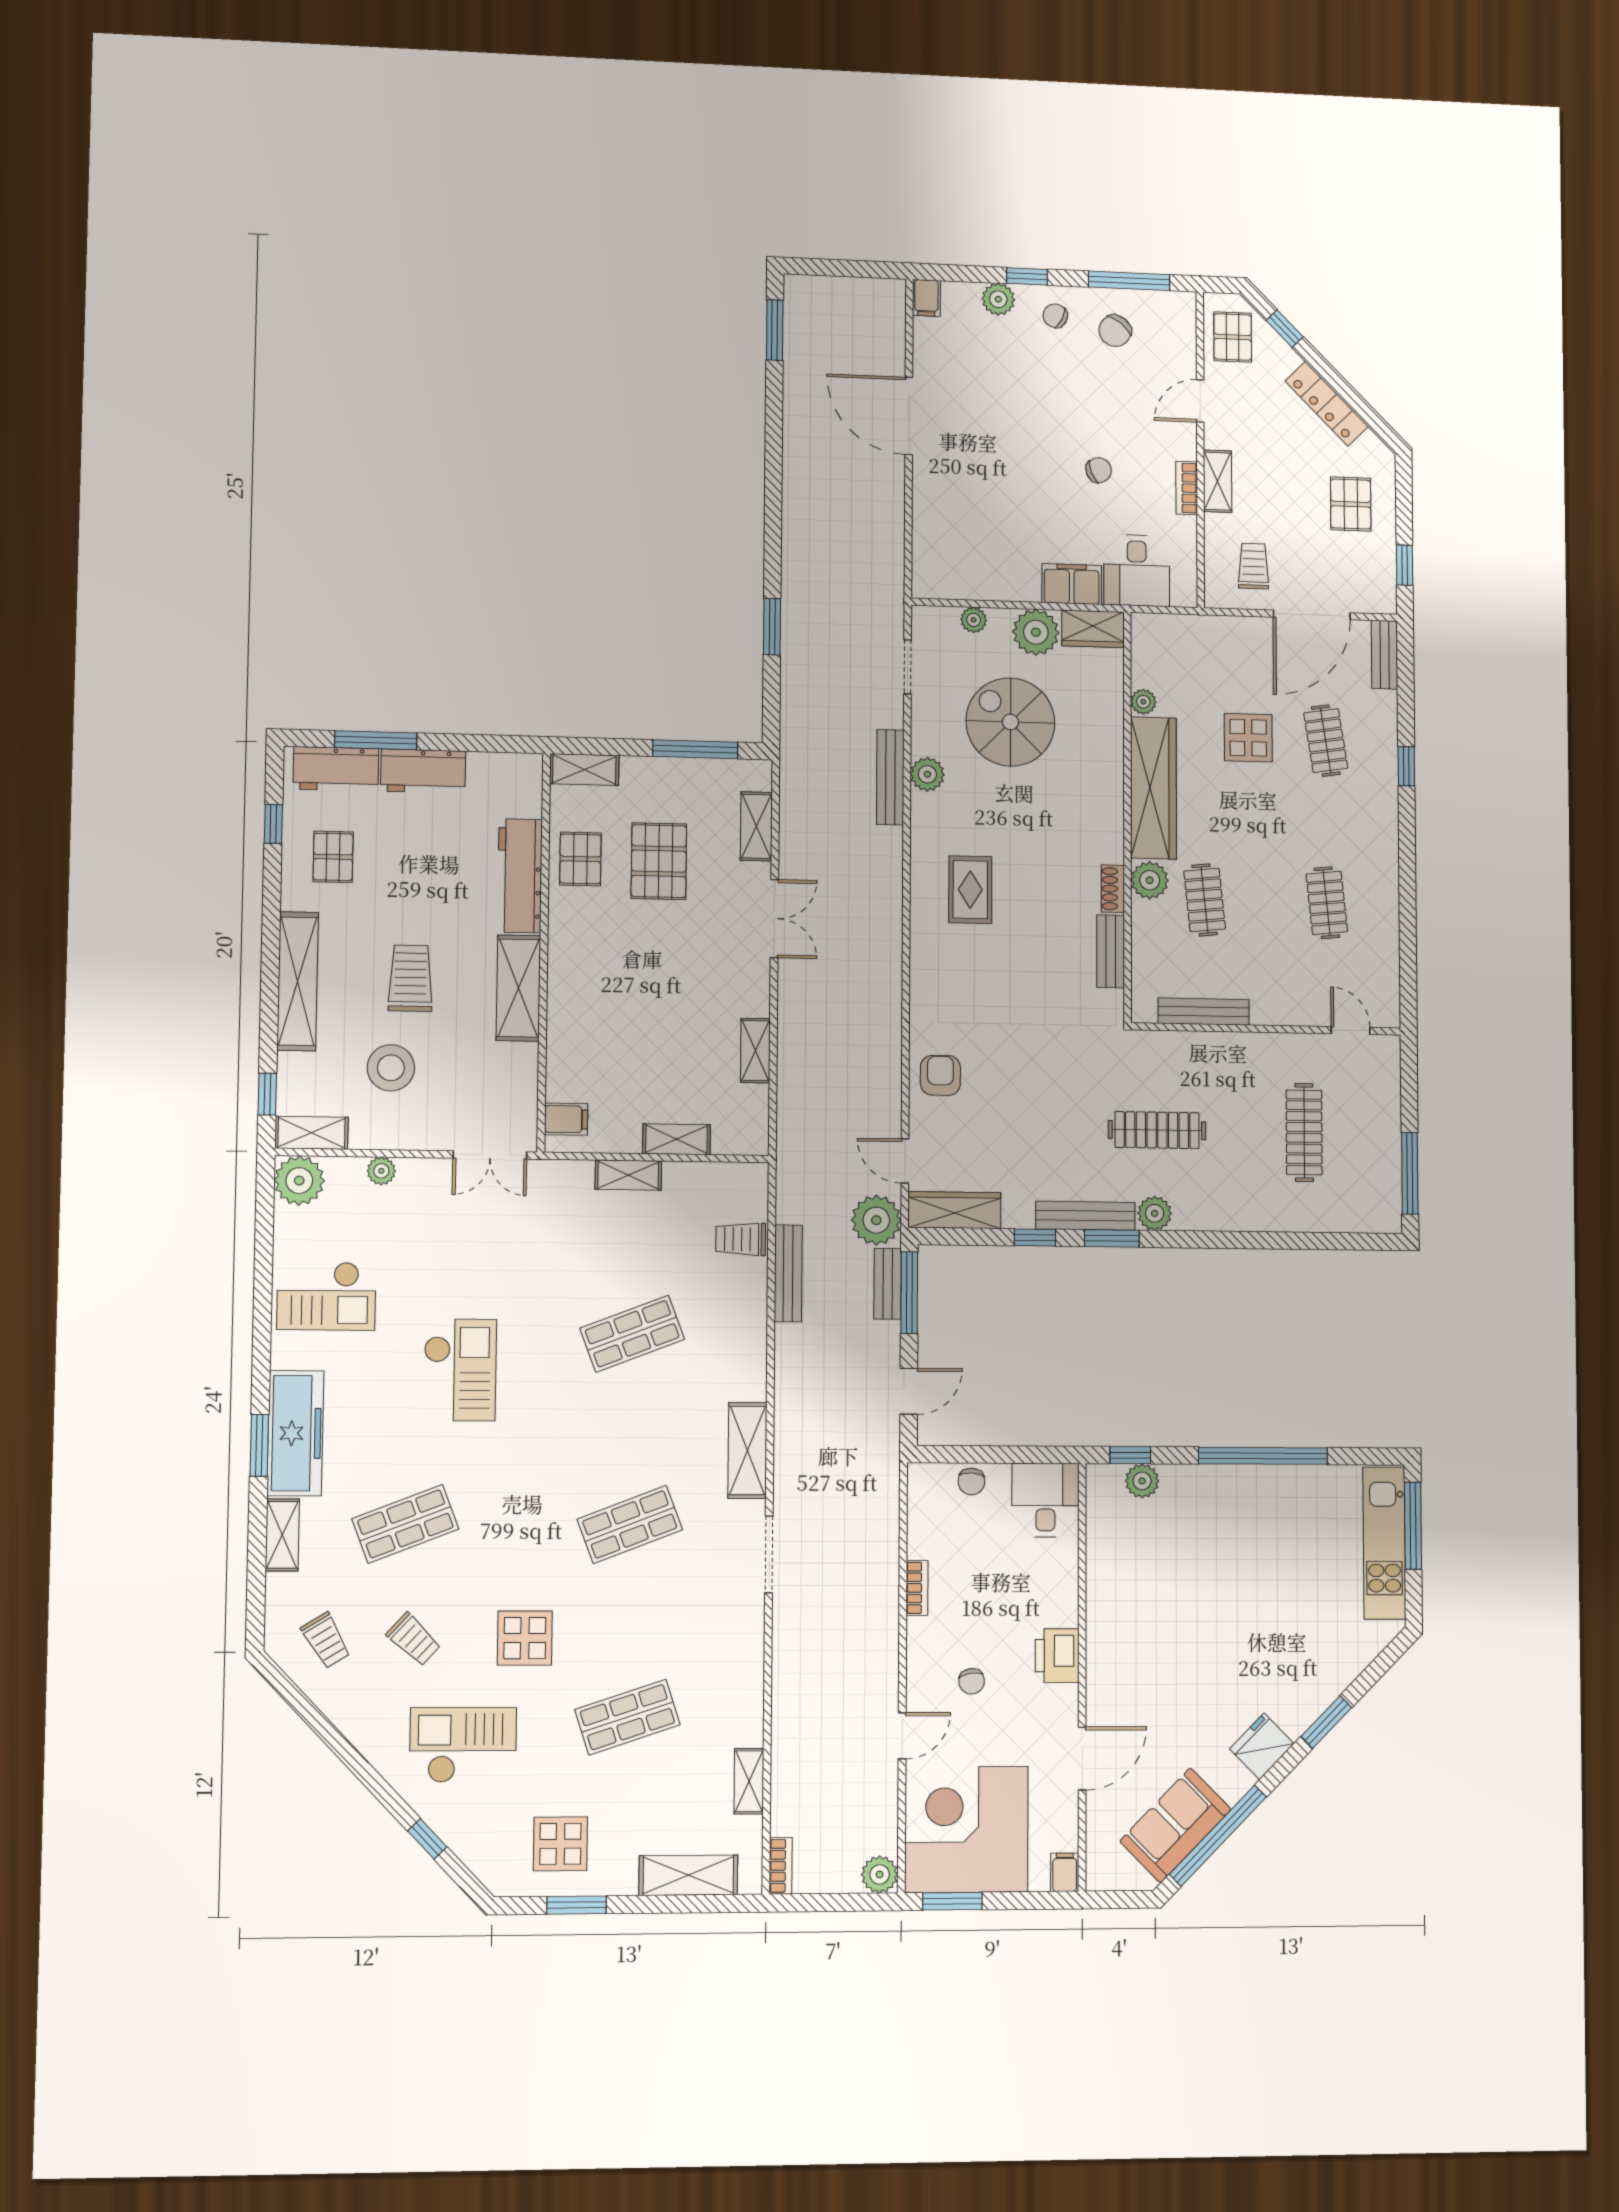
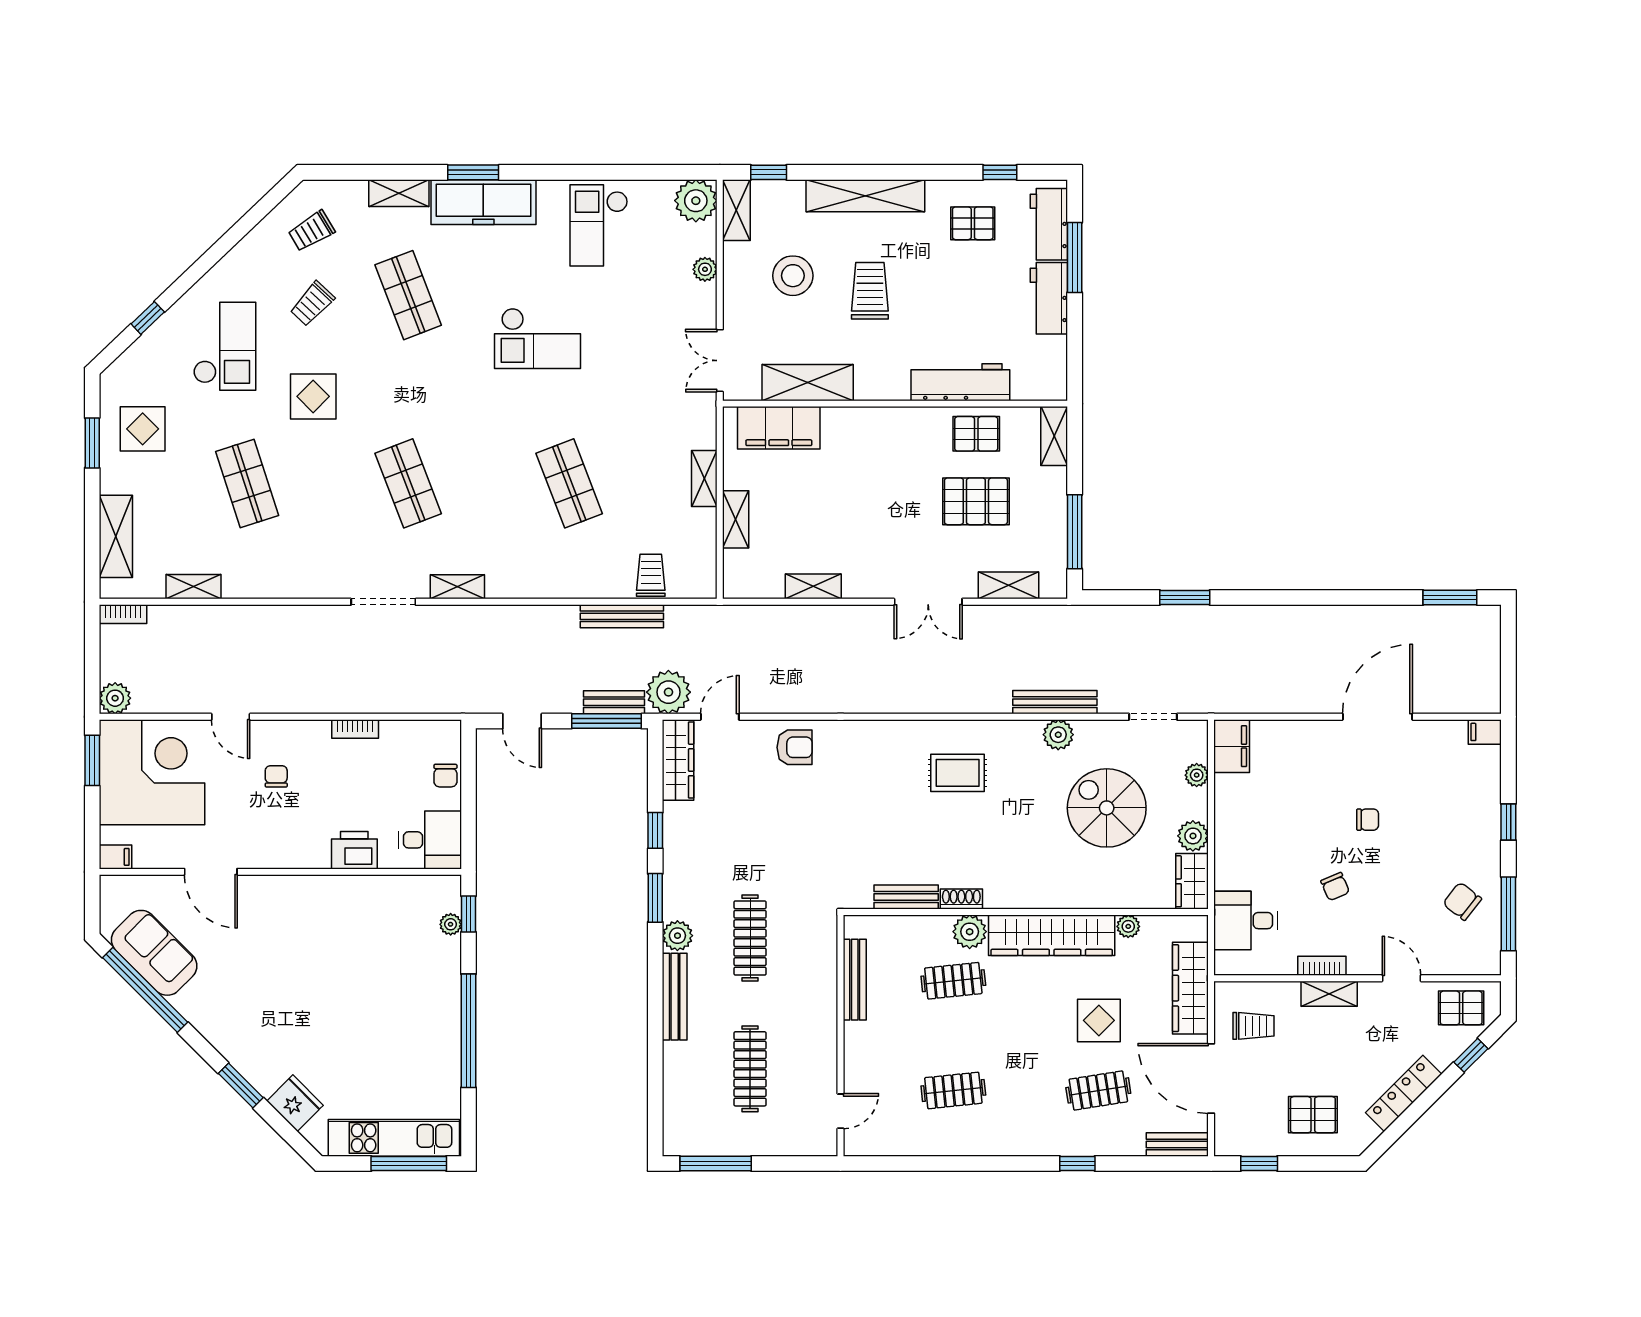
plant: (998, 299) -> (1486, 796), removed
chair: (1055, 316) -> (1368, 820), moved, turned 64
filing cabinet: (1072, 584) -> (1232, 746), moved
plant: (1036, 632) -> (1193, 836), width x0.73, depth x0.73
wardrobe: (1212, 635) -> (1190, 988), added
spiral stairs: (1010, 722) -> (1107, 808), turned -90
trolley: (410, 978) -> (870, 291), turned -90
shelving: (518, 988) -> (808, 383), moved
filing cabinet: (566, 1119) -> (779, 428), width x3.00, depth x1.17
clothes rail: (1304, 1132) -> (750, 1069), turned 90
bench: (1085, 1216) -> (675, 997), moved
shelving: (747, 1450) -> (457, 587), width x0.67, depth x0.75
plant: (1142, 1481) -> (451, 924), width x0.73, depth x0.73
chair: (971, 1482) -> (445, 776), turned -94
printer: (1057, 1656) -> (354, 850), moved
chair: (972, 1681) -> (276, 776), turned 99
fridge: (1262, 1746) -> (295, 1103), moved

